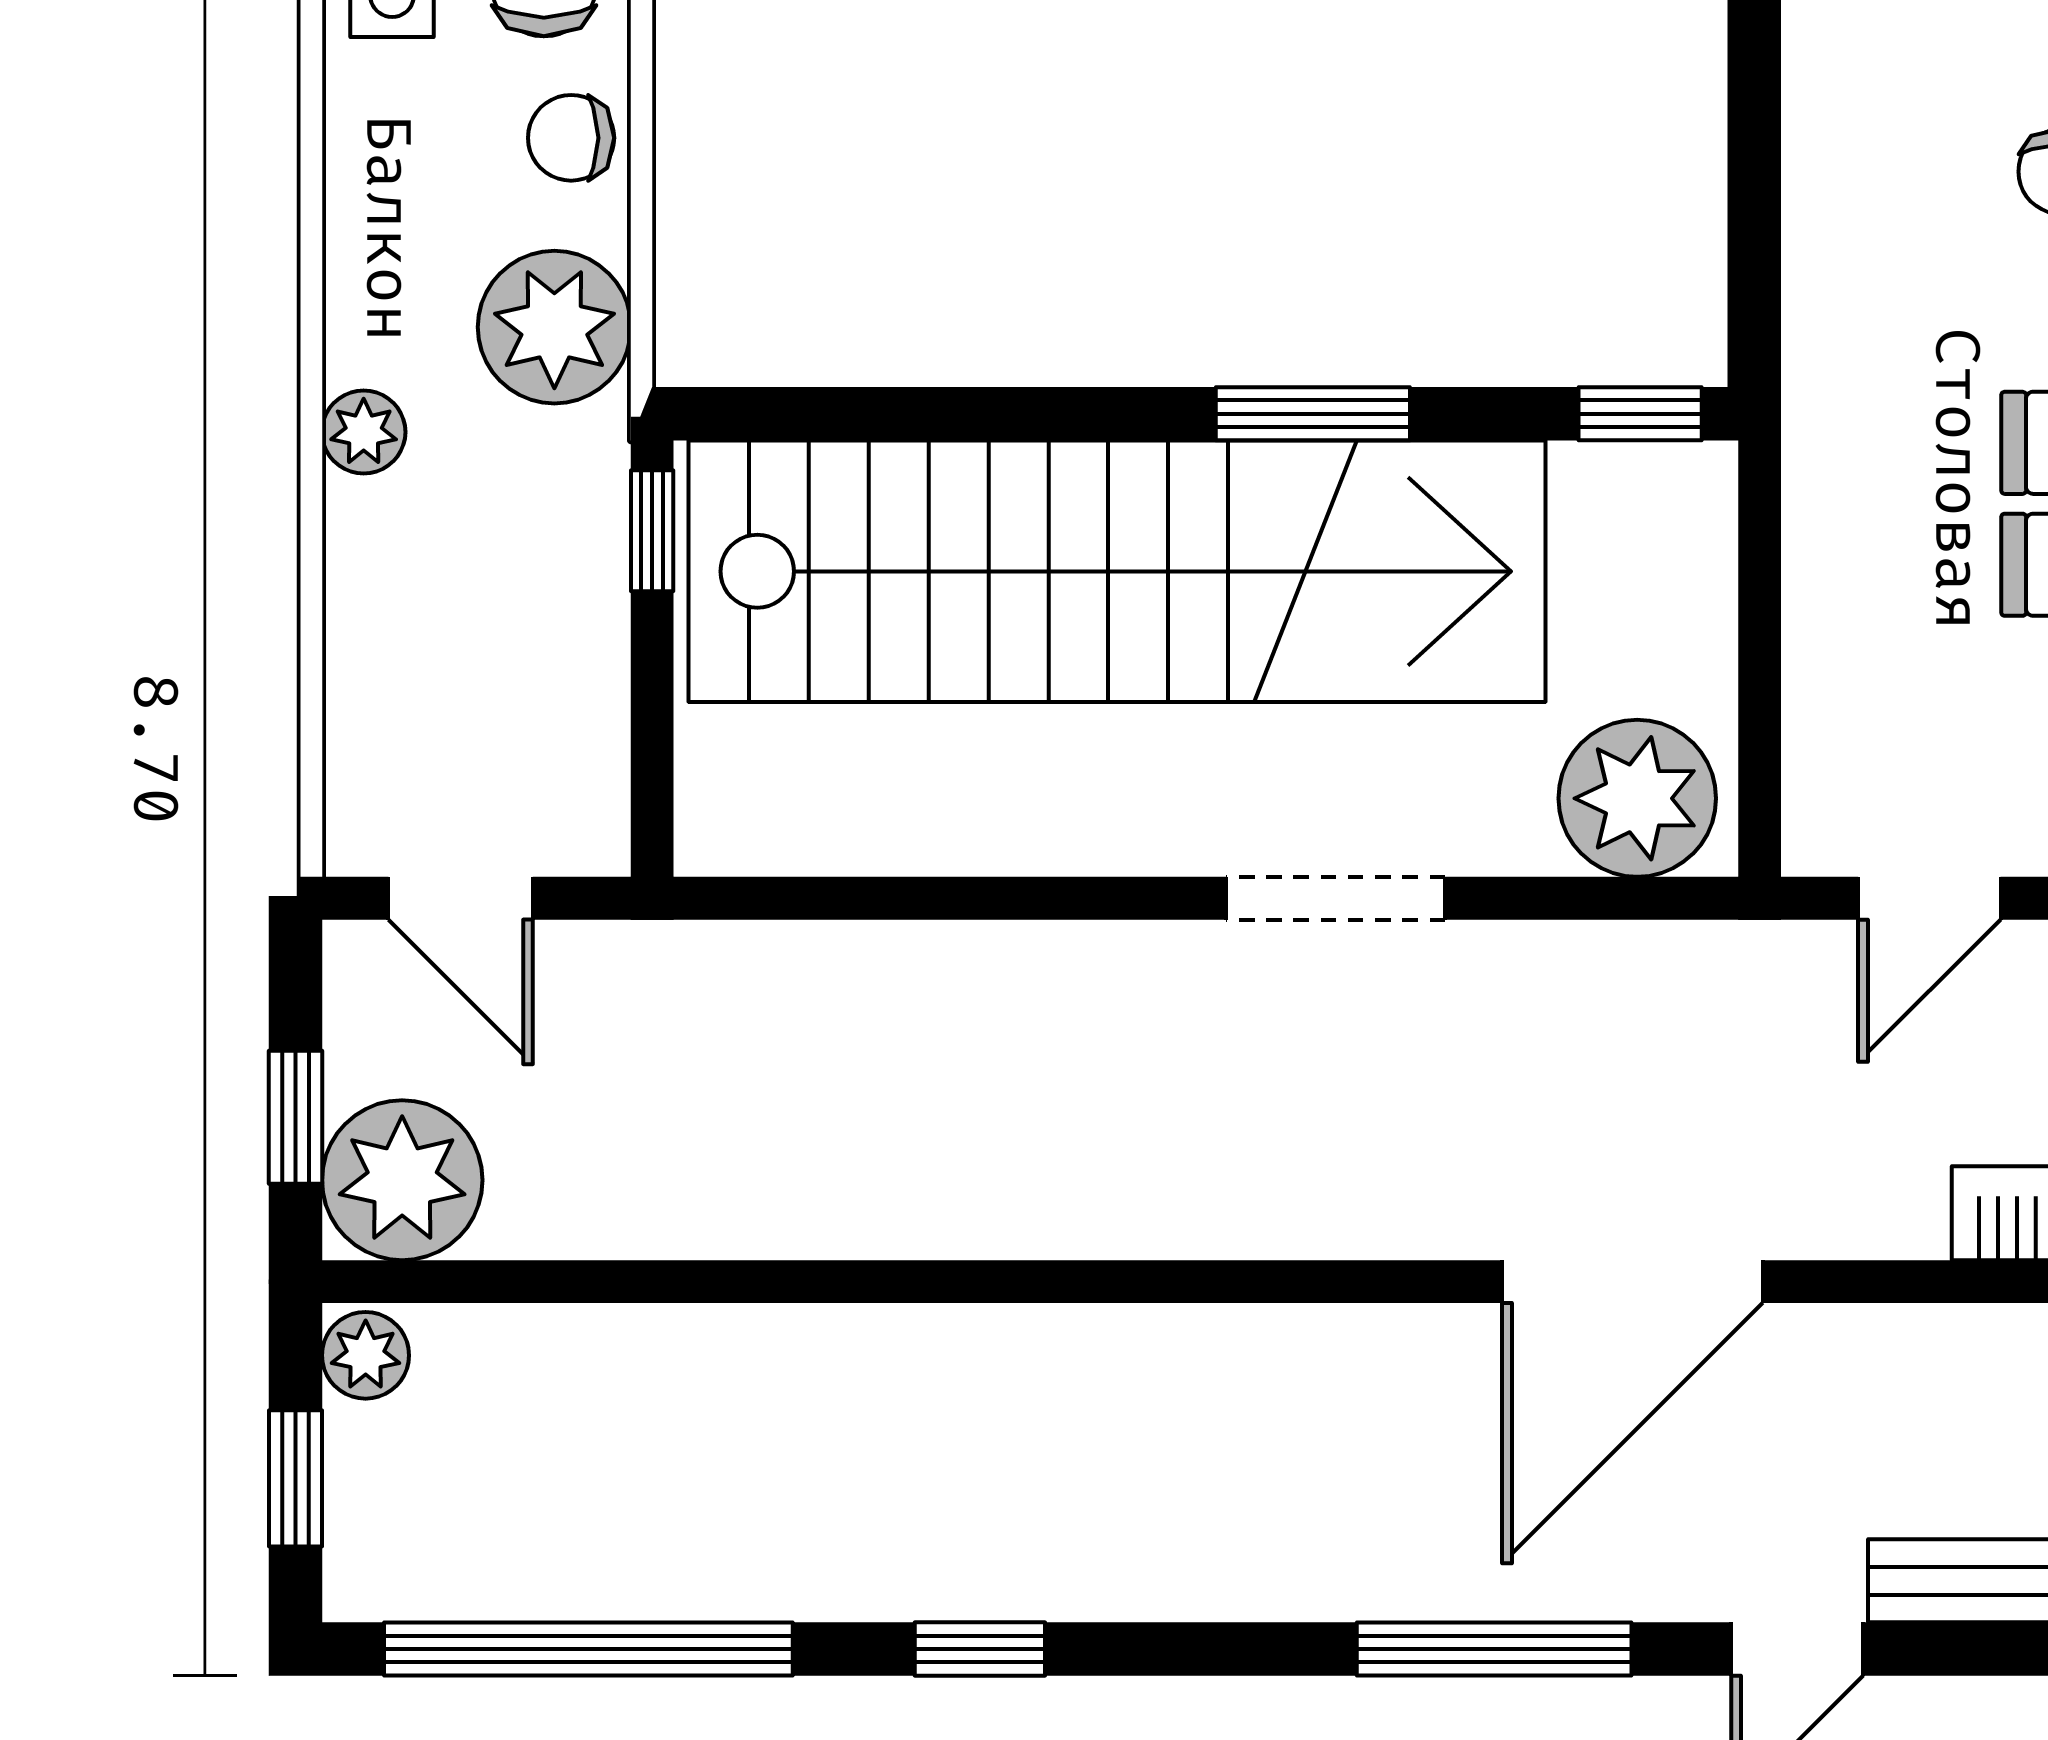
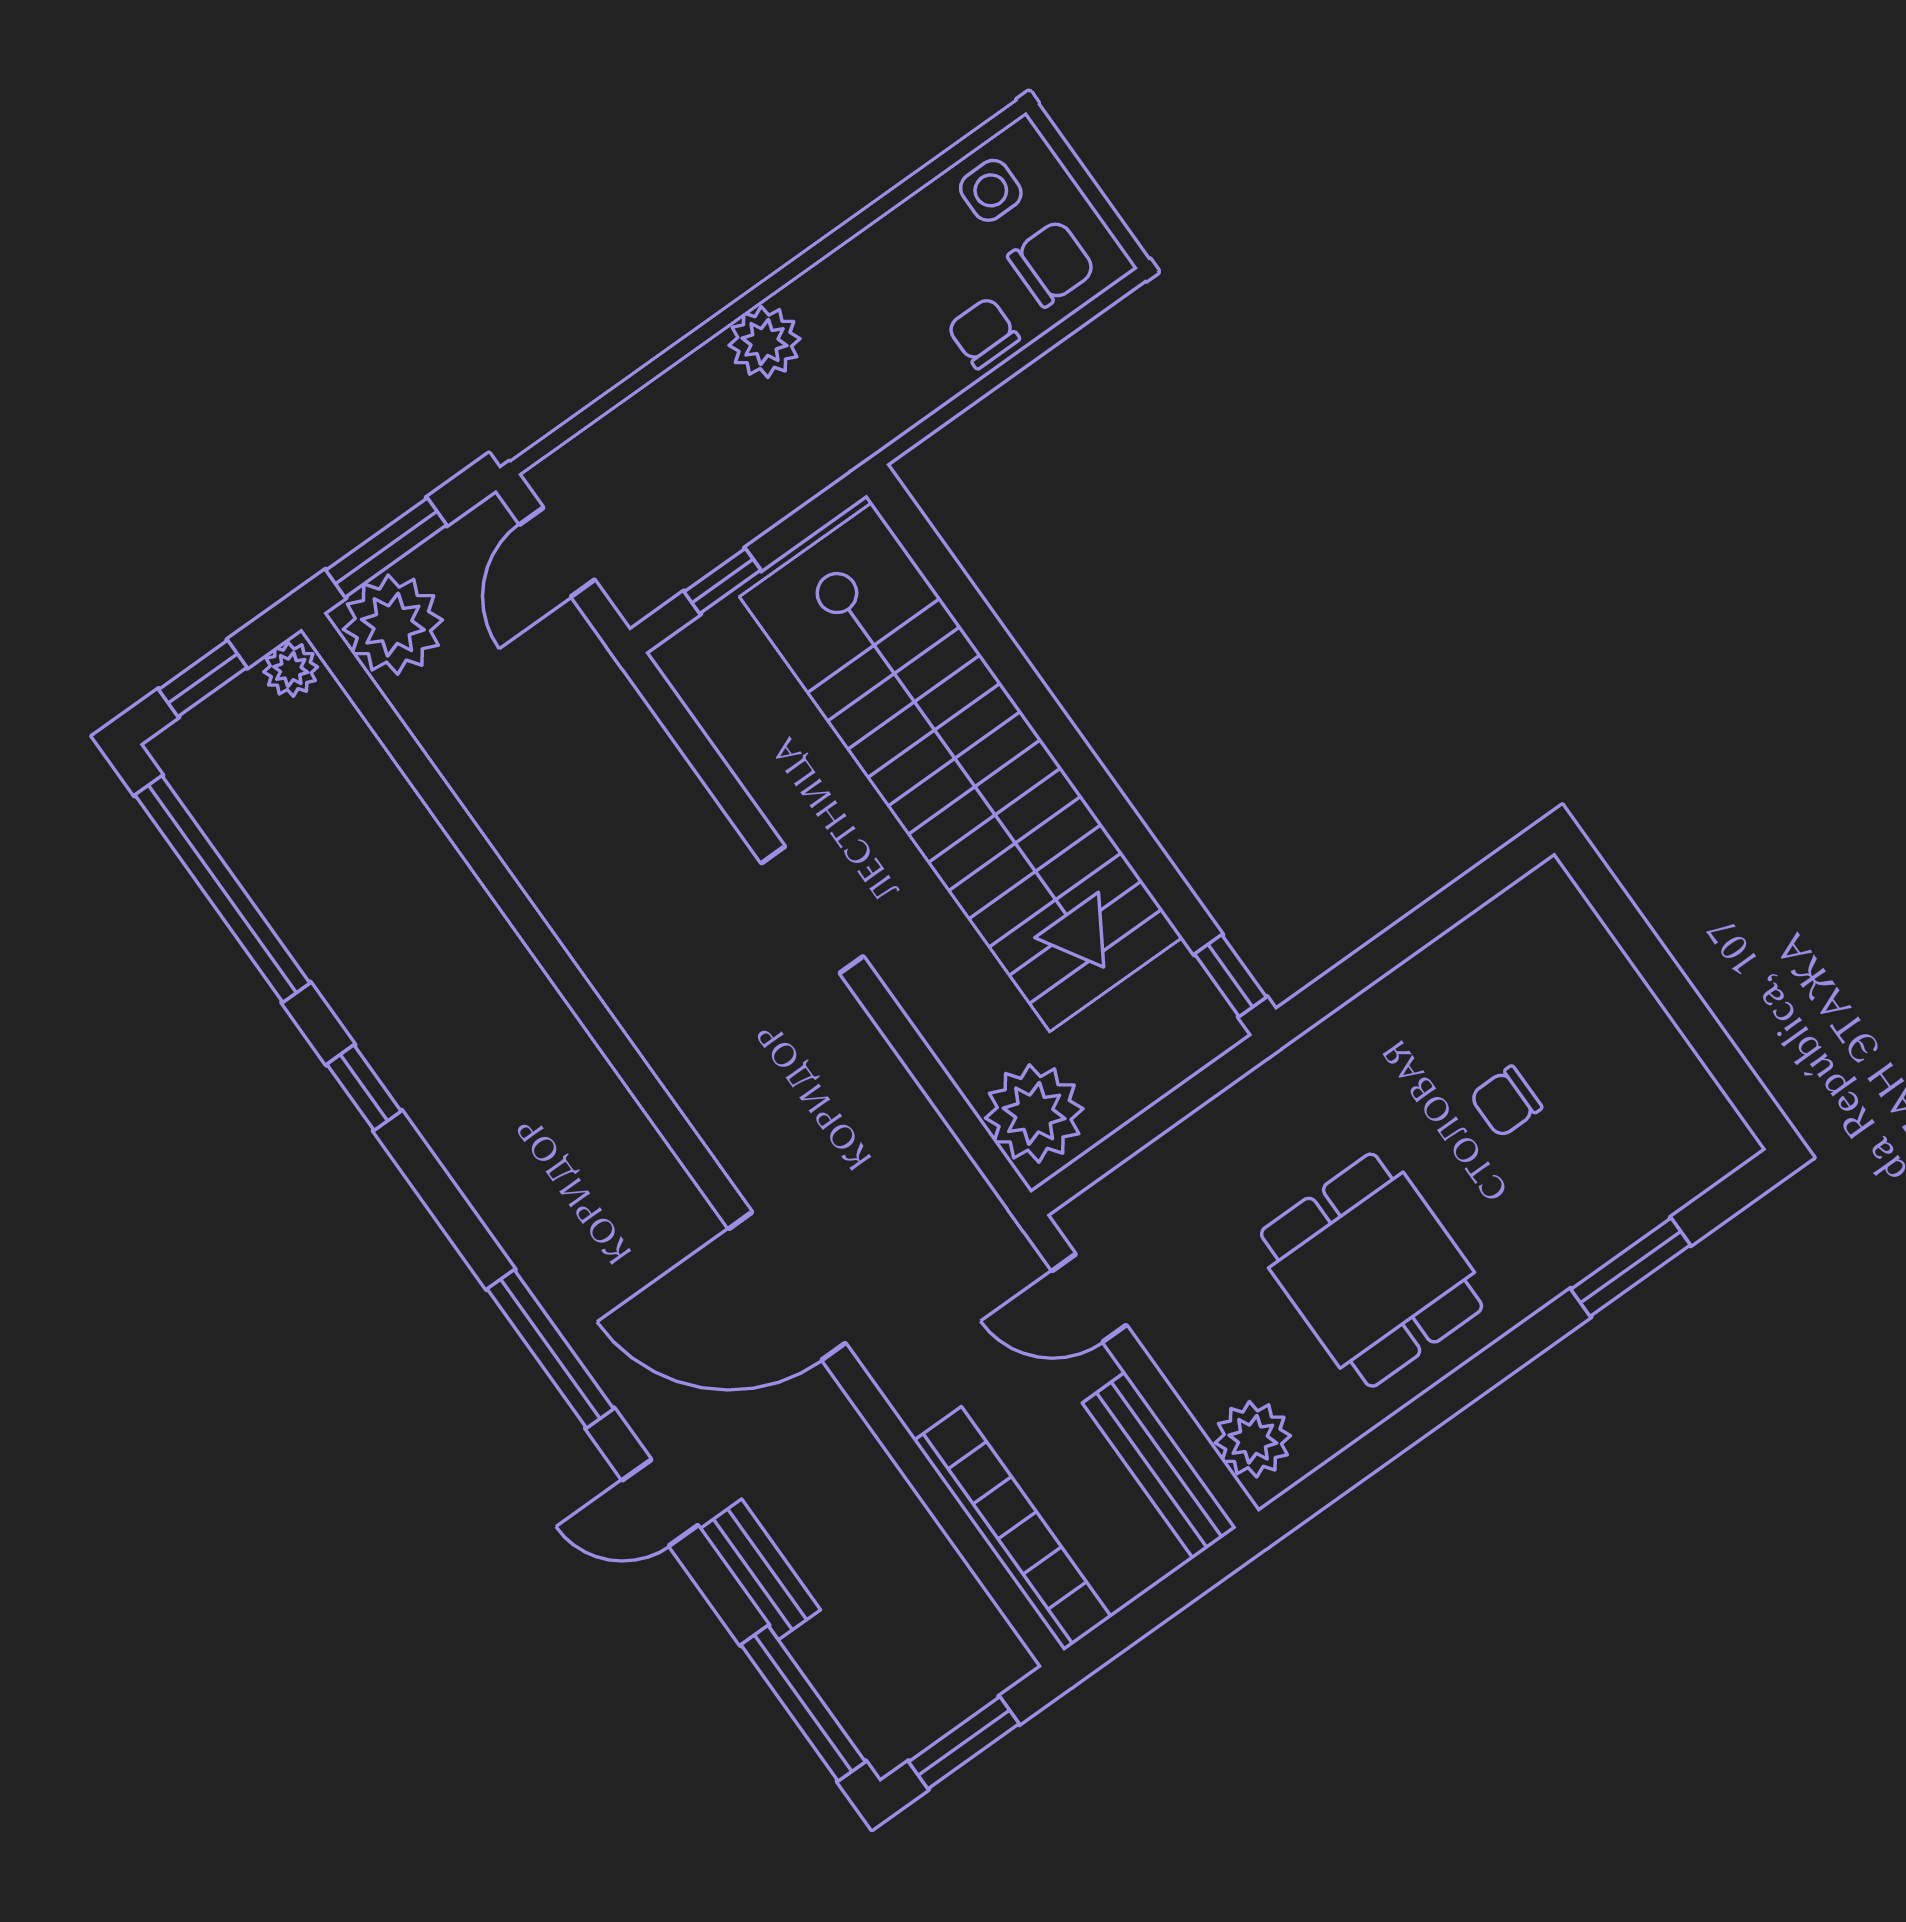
plant: (554, 327) -> (881, 393), removed
window: (1313, 414) -> (1112, 809), removed
plant: (364, 432) -> (765, 342), width x1.38, depth x1.38
window: (652, 531) -> (723, 581), moved
doorway: (1335, 898) -> (812, 910), moved
window: (295, 1117) -> (386, 548), width x1.50

